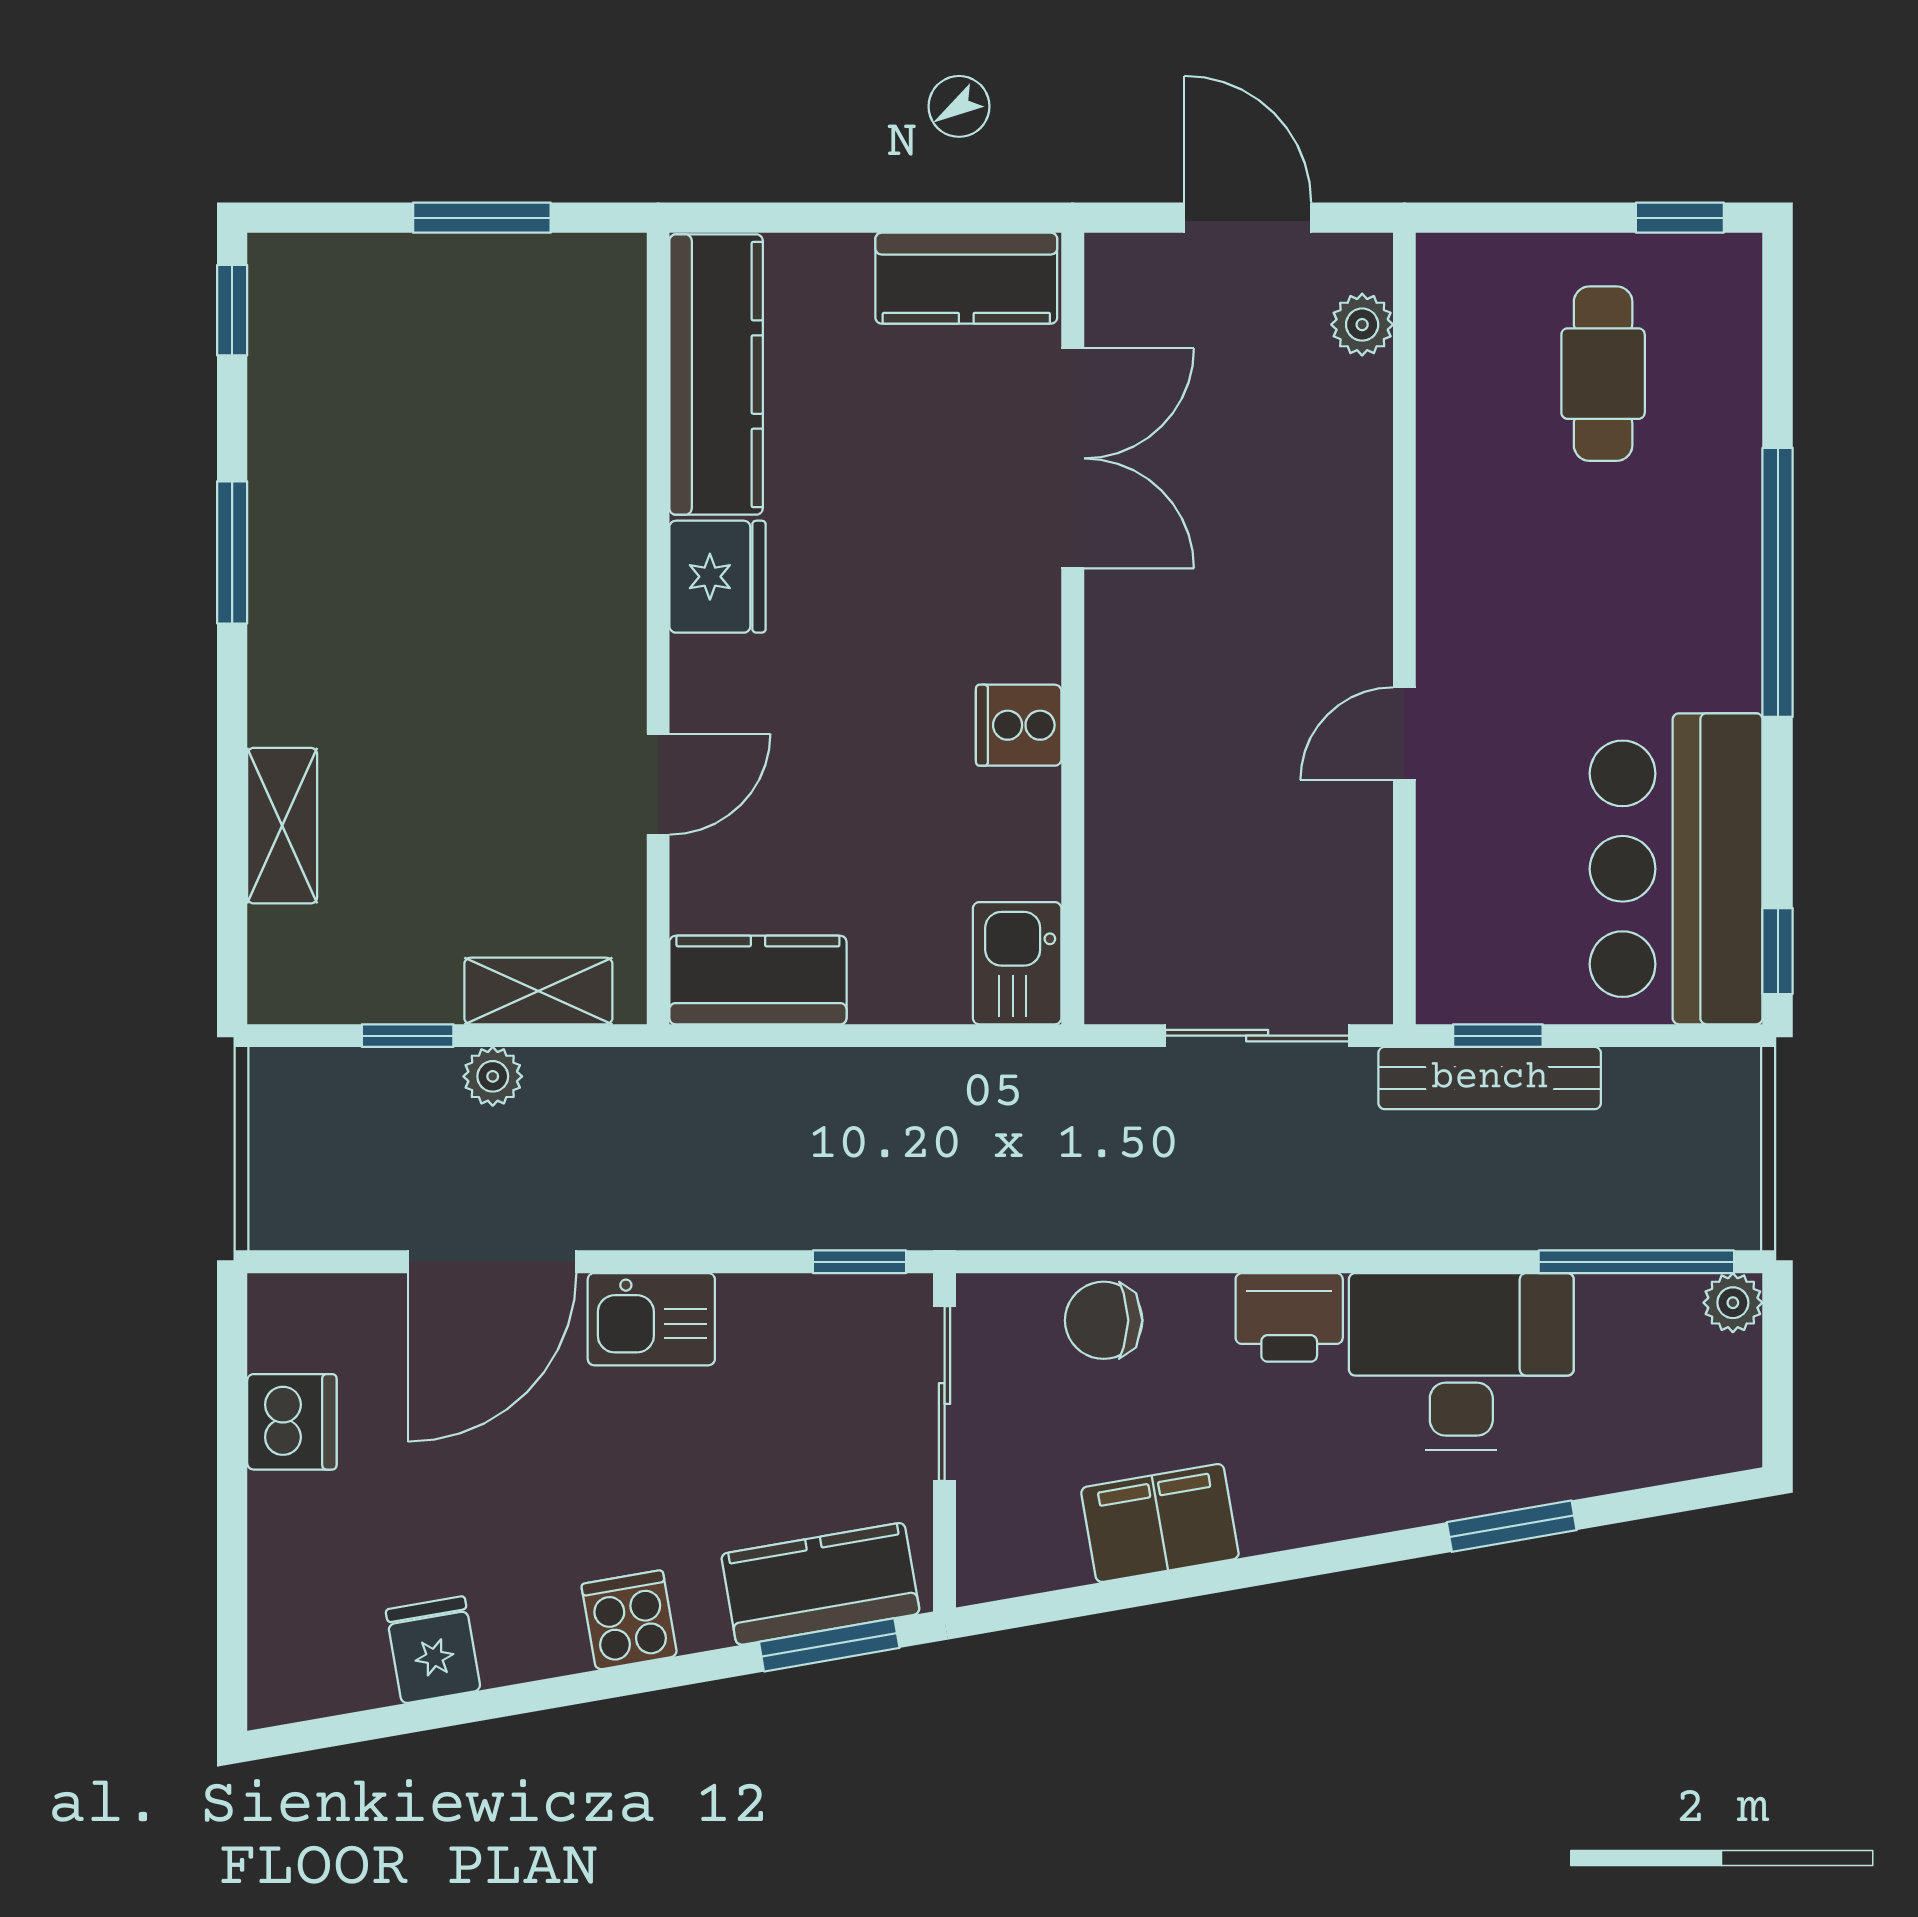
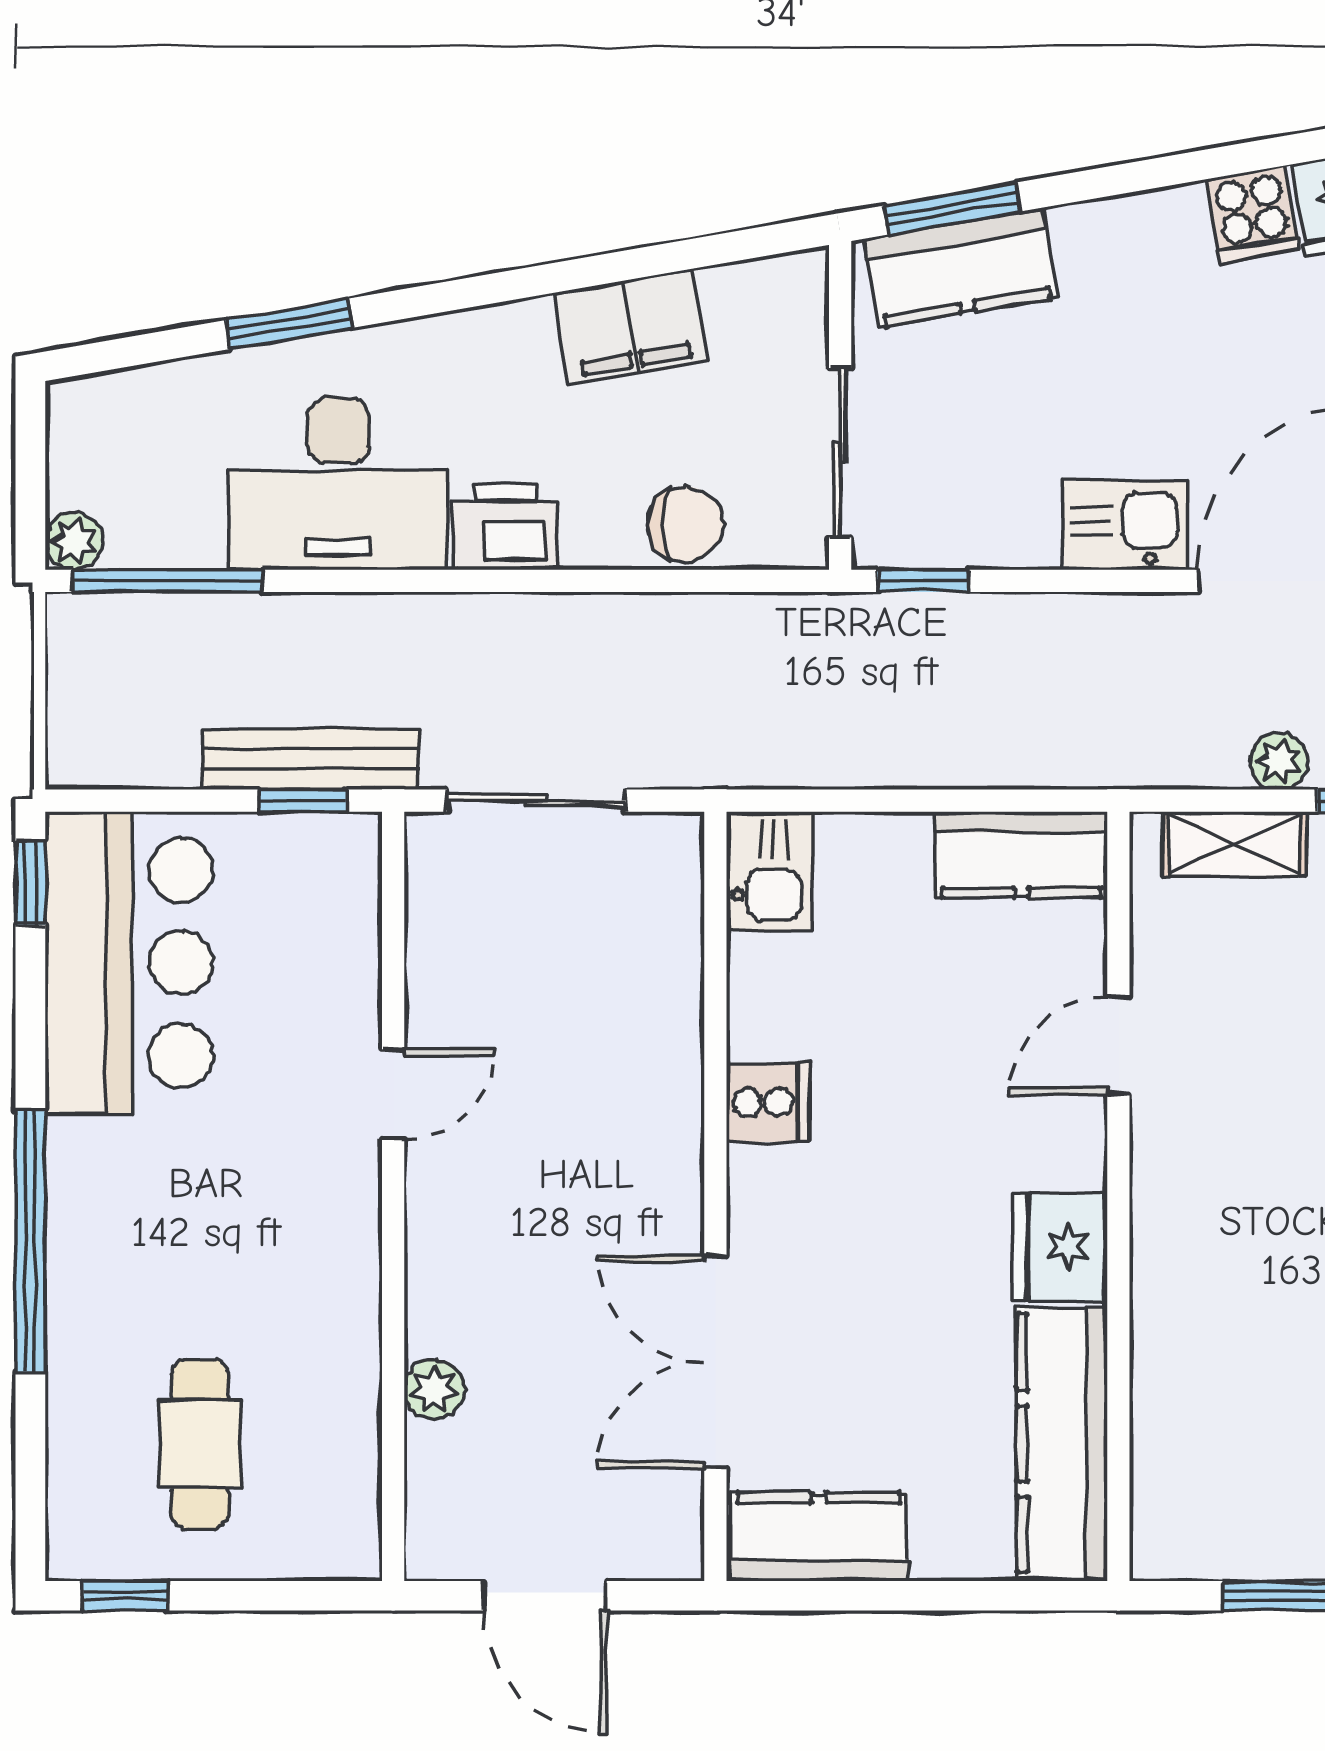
plant: (1362, 325) -> (434, 1389), moved
cooker: (629, 1620) -> (1252, 214), moved

